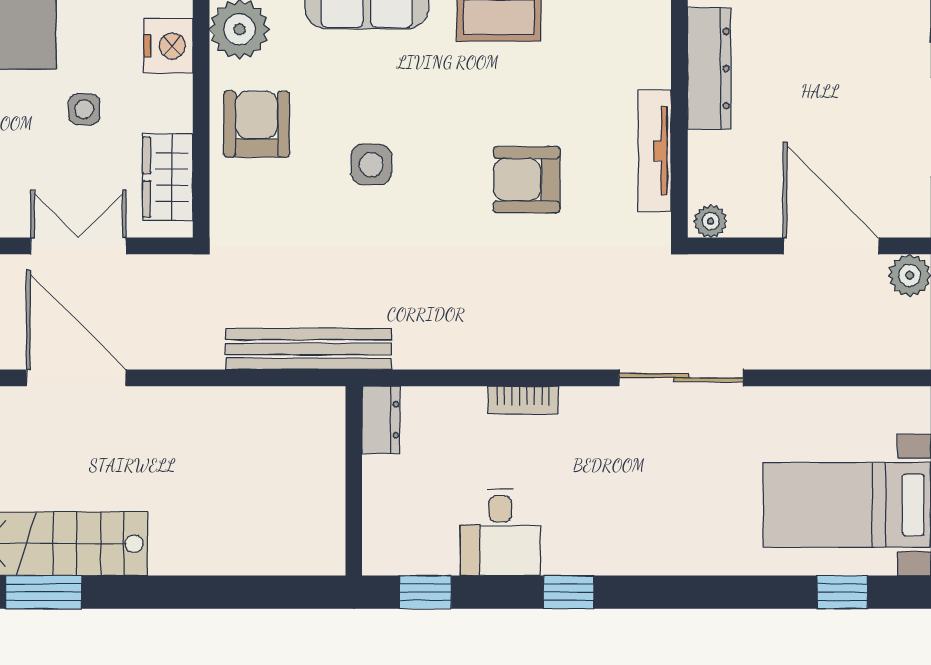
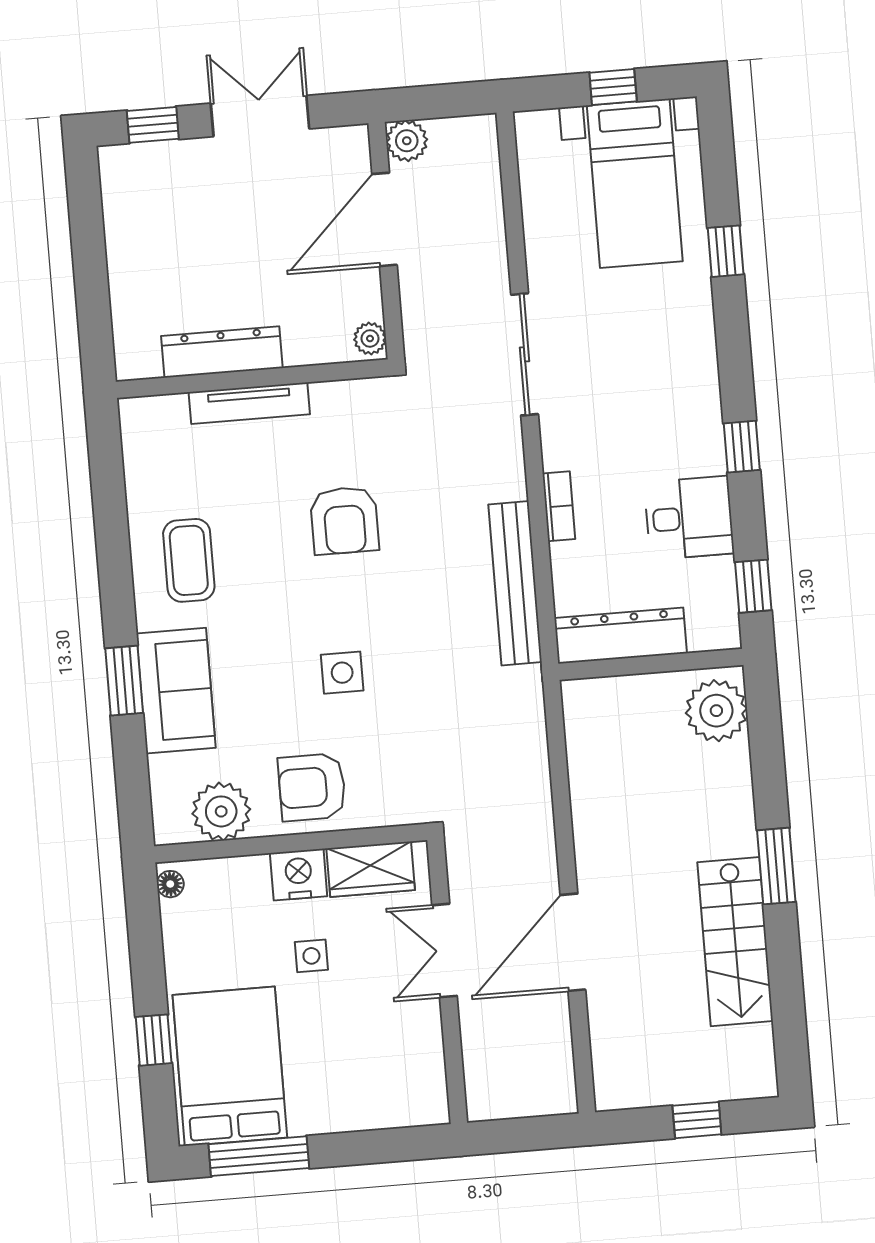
nightstand: (168, 46) -> (299, 875), moved
tv unit: (655, 151) -> (249, 403), moved
bench: (309, 349) -> (515, 583), moved
dresser: (381, 420) -> (621, 636), width x1.96, depth x1.24
plant: (301, 544) -> (716, 711), added
window: (44, 592) -> (776, 866), moved
window: (842, 592) -> (726, 251), moved

